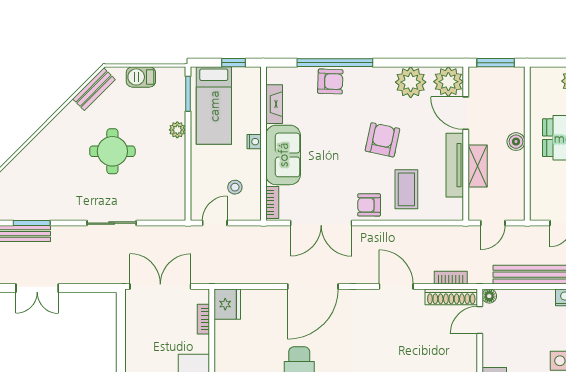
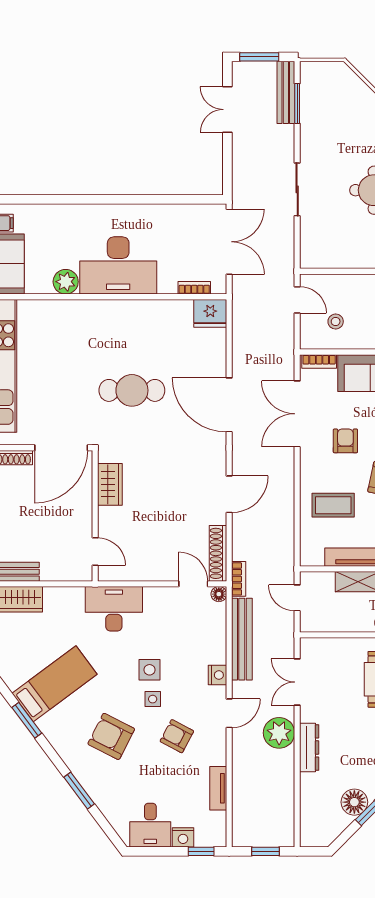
armchair: (369, 205) -> (345, 441), moved
bookcase: (451, 278) -> (239, 579), moved

